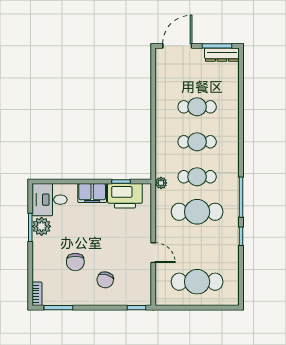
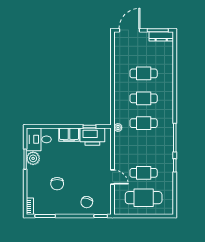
cafe table: (197, 212) -> (144, 173), moved, width x0.73, depth x0.74
chair: (105, 280) -> (87, 202), moved

